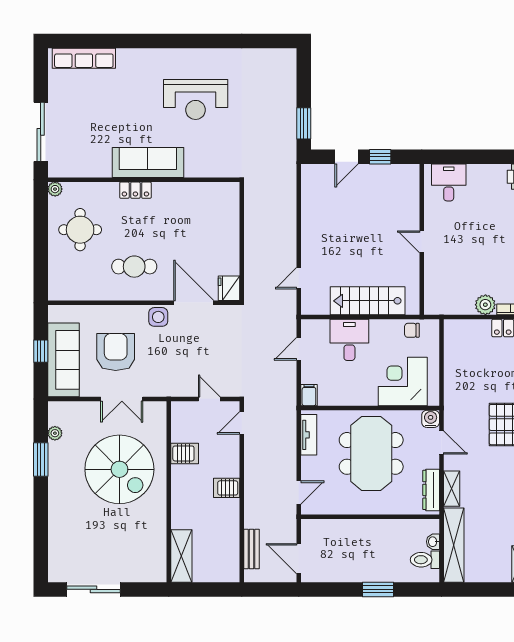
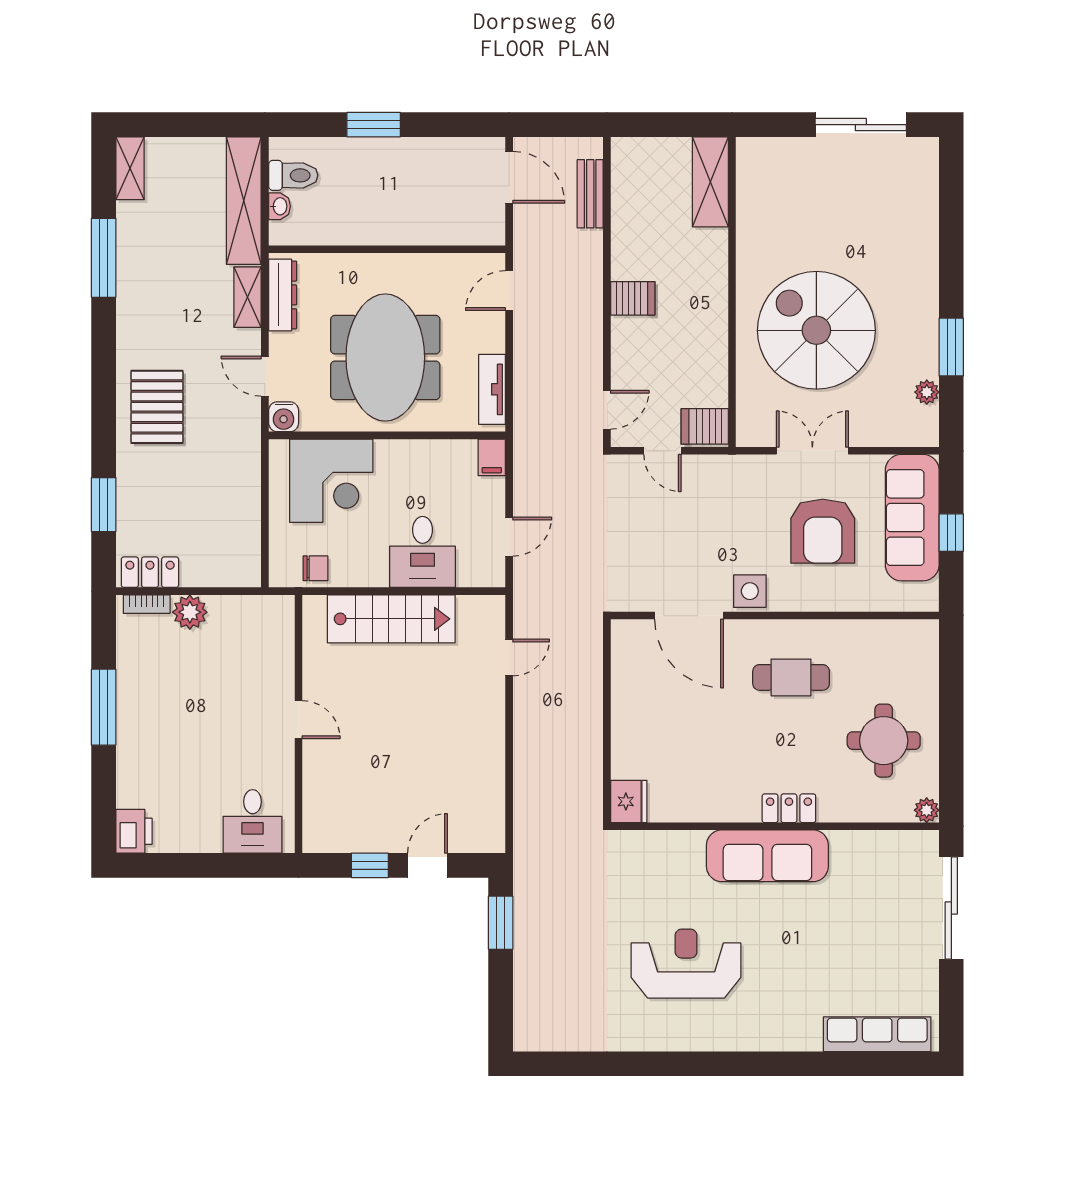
fridge: (229, 288) -> (629, 801), moved
server rack: (185, 453) -> (705, 426), moved

